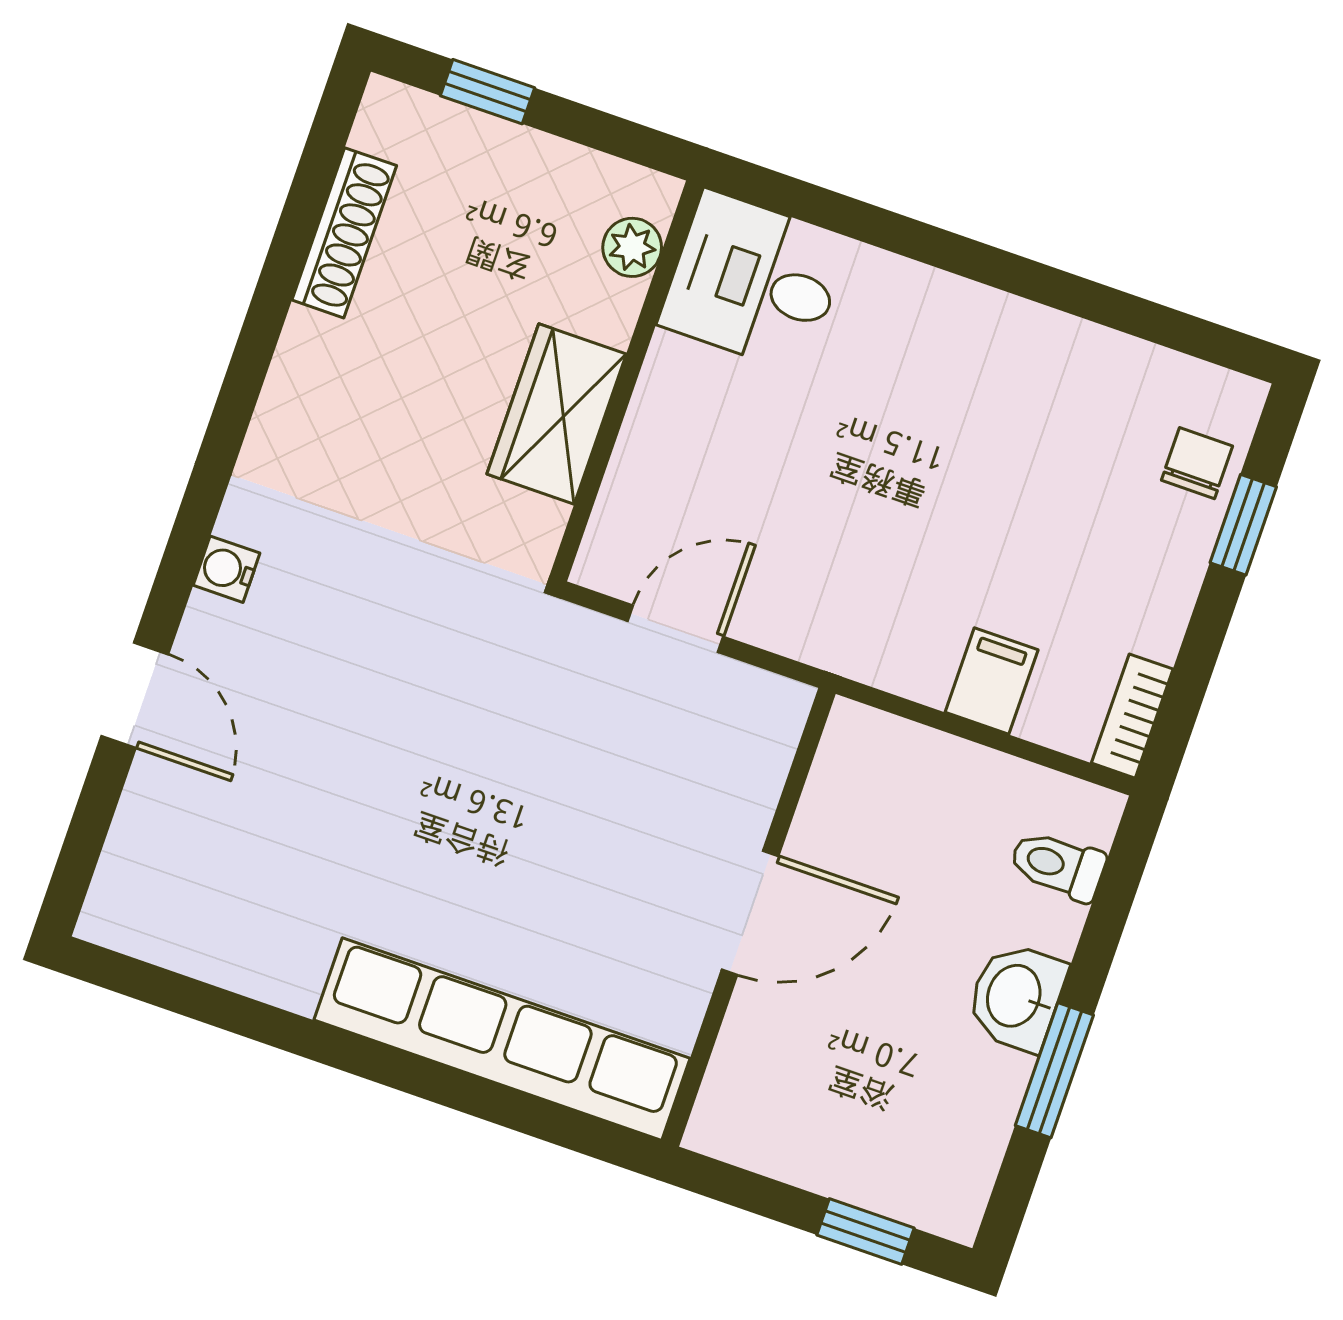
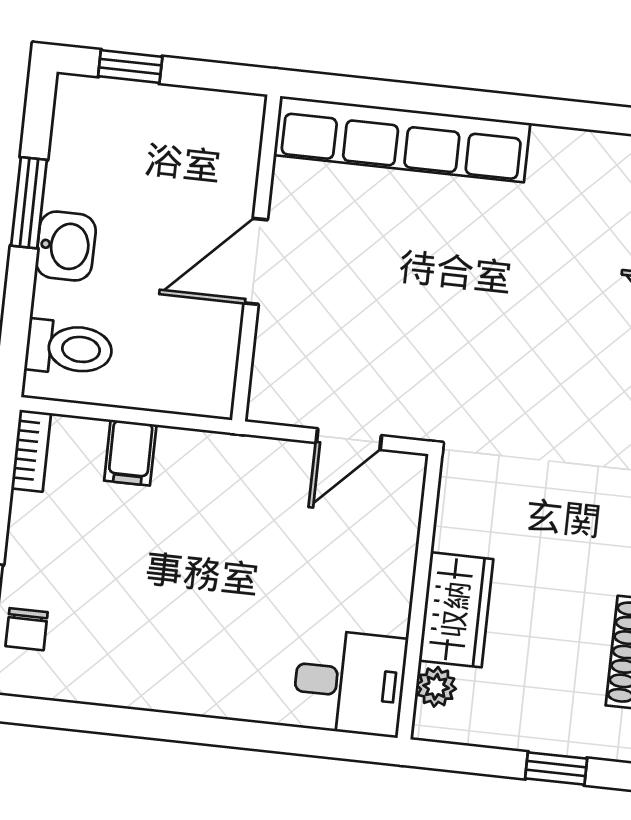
wardrobe: (557, 414) -> (456, 610), moved
toilet: (1058, 865) -> (69, 348), width x1.37, depth x1.39

